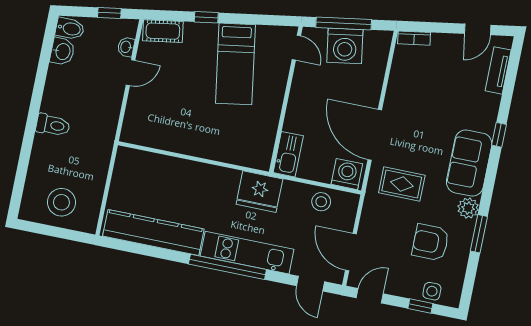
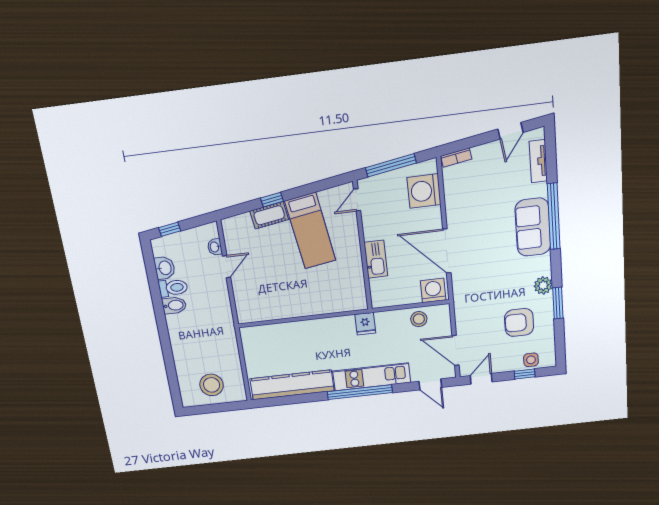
window: (109, 13) -> (170, 229), moved
bidet: (70, 29) -> (174, 305), moved
cot: (163, 31) -> (269, 215), moved
washing machine: (345, 46) -> (424, 191), moved, turned 99
door: (296, 48) -> (357, 200), swing flipped
toilet: (53, 125) -> (173, 288), moved
window: (499, 135) -> (554, 216), width x3.17
kitchen sink: (288, 154) -> (376, 259), moved
sofa: (469, 163) -> (533, 227), moved
rug: (402, 184) -> (482, 284), removed
fridge: (259, 192) -> (365, 324), width x0.53, depth x0.75

